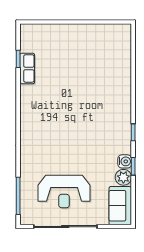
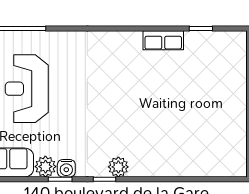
row of seats: (27, 68) -> (163, 40), moved
plant: (124, 122) -> (118, 167), added

